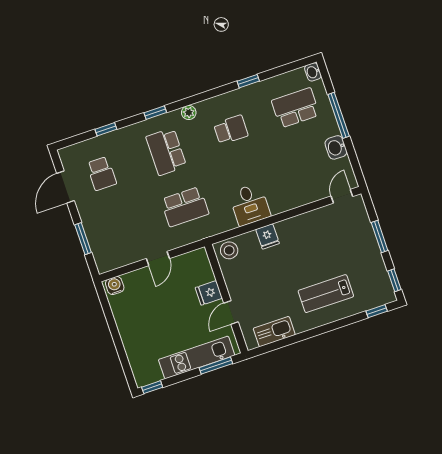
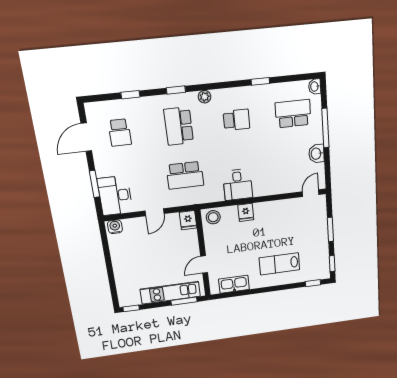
desk: (109, 248) -> (115, 196), added
fridge: (209, 293) -> (188, 220), moved, turned -90

